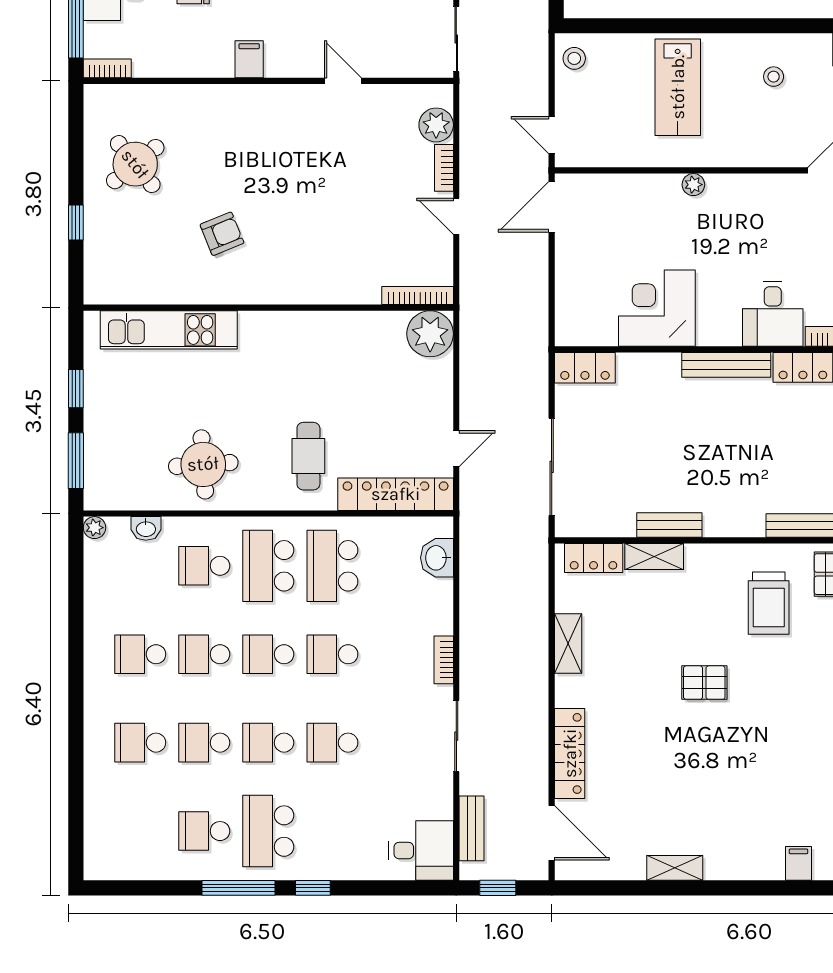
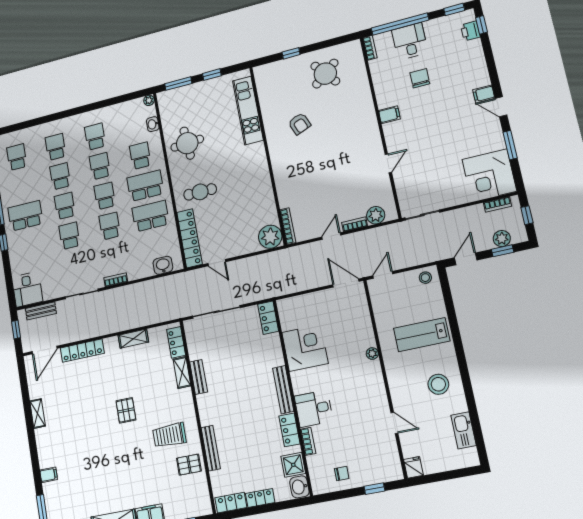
stool: (774, 77) -> (438, 384), width x1.89, depth x1.89
school desk: (204, 831) -> (17, 157), moved

